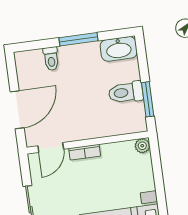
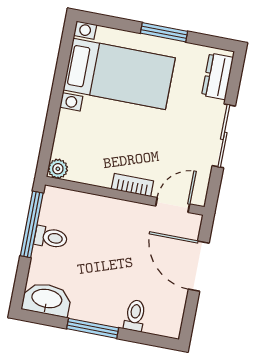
toilet: (126, 92) -> (51, 237), width x0.73, depth x0.72
window: (148, 99) -> (32, 224), width x1.44
door: (17, 110) -> (199, 266), hinge flipped

